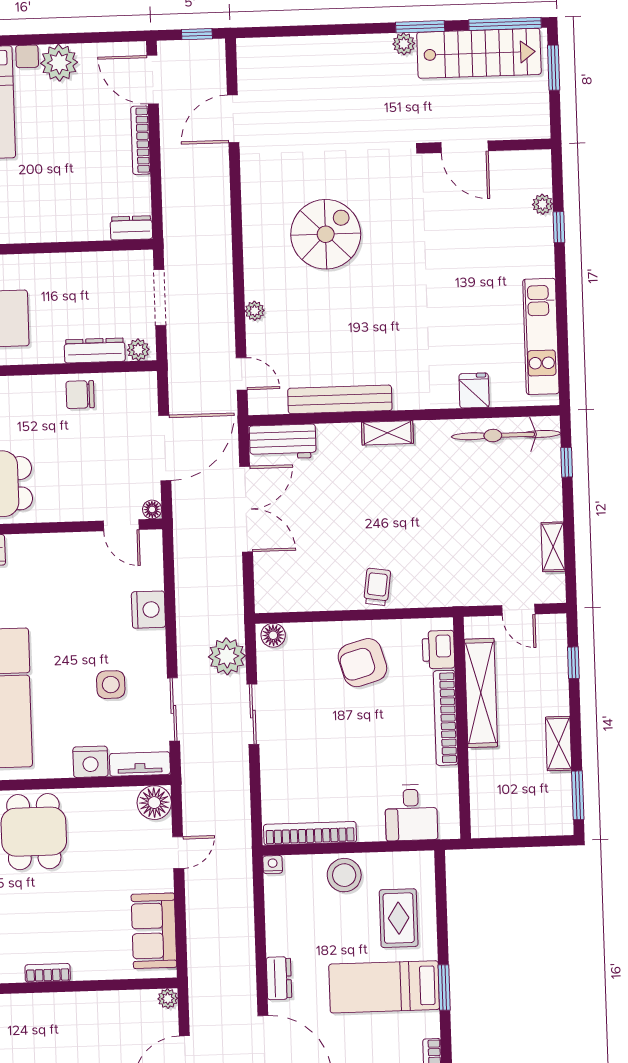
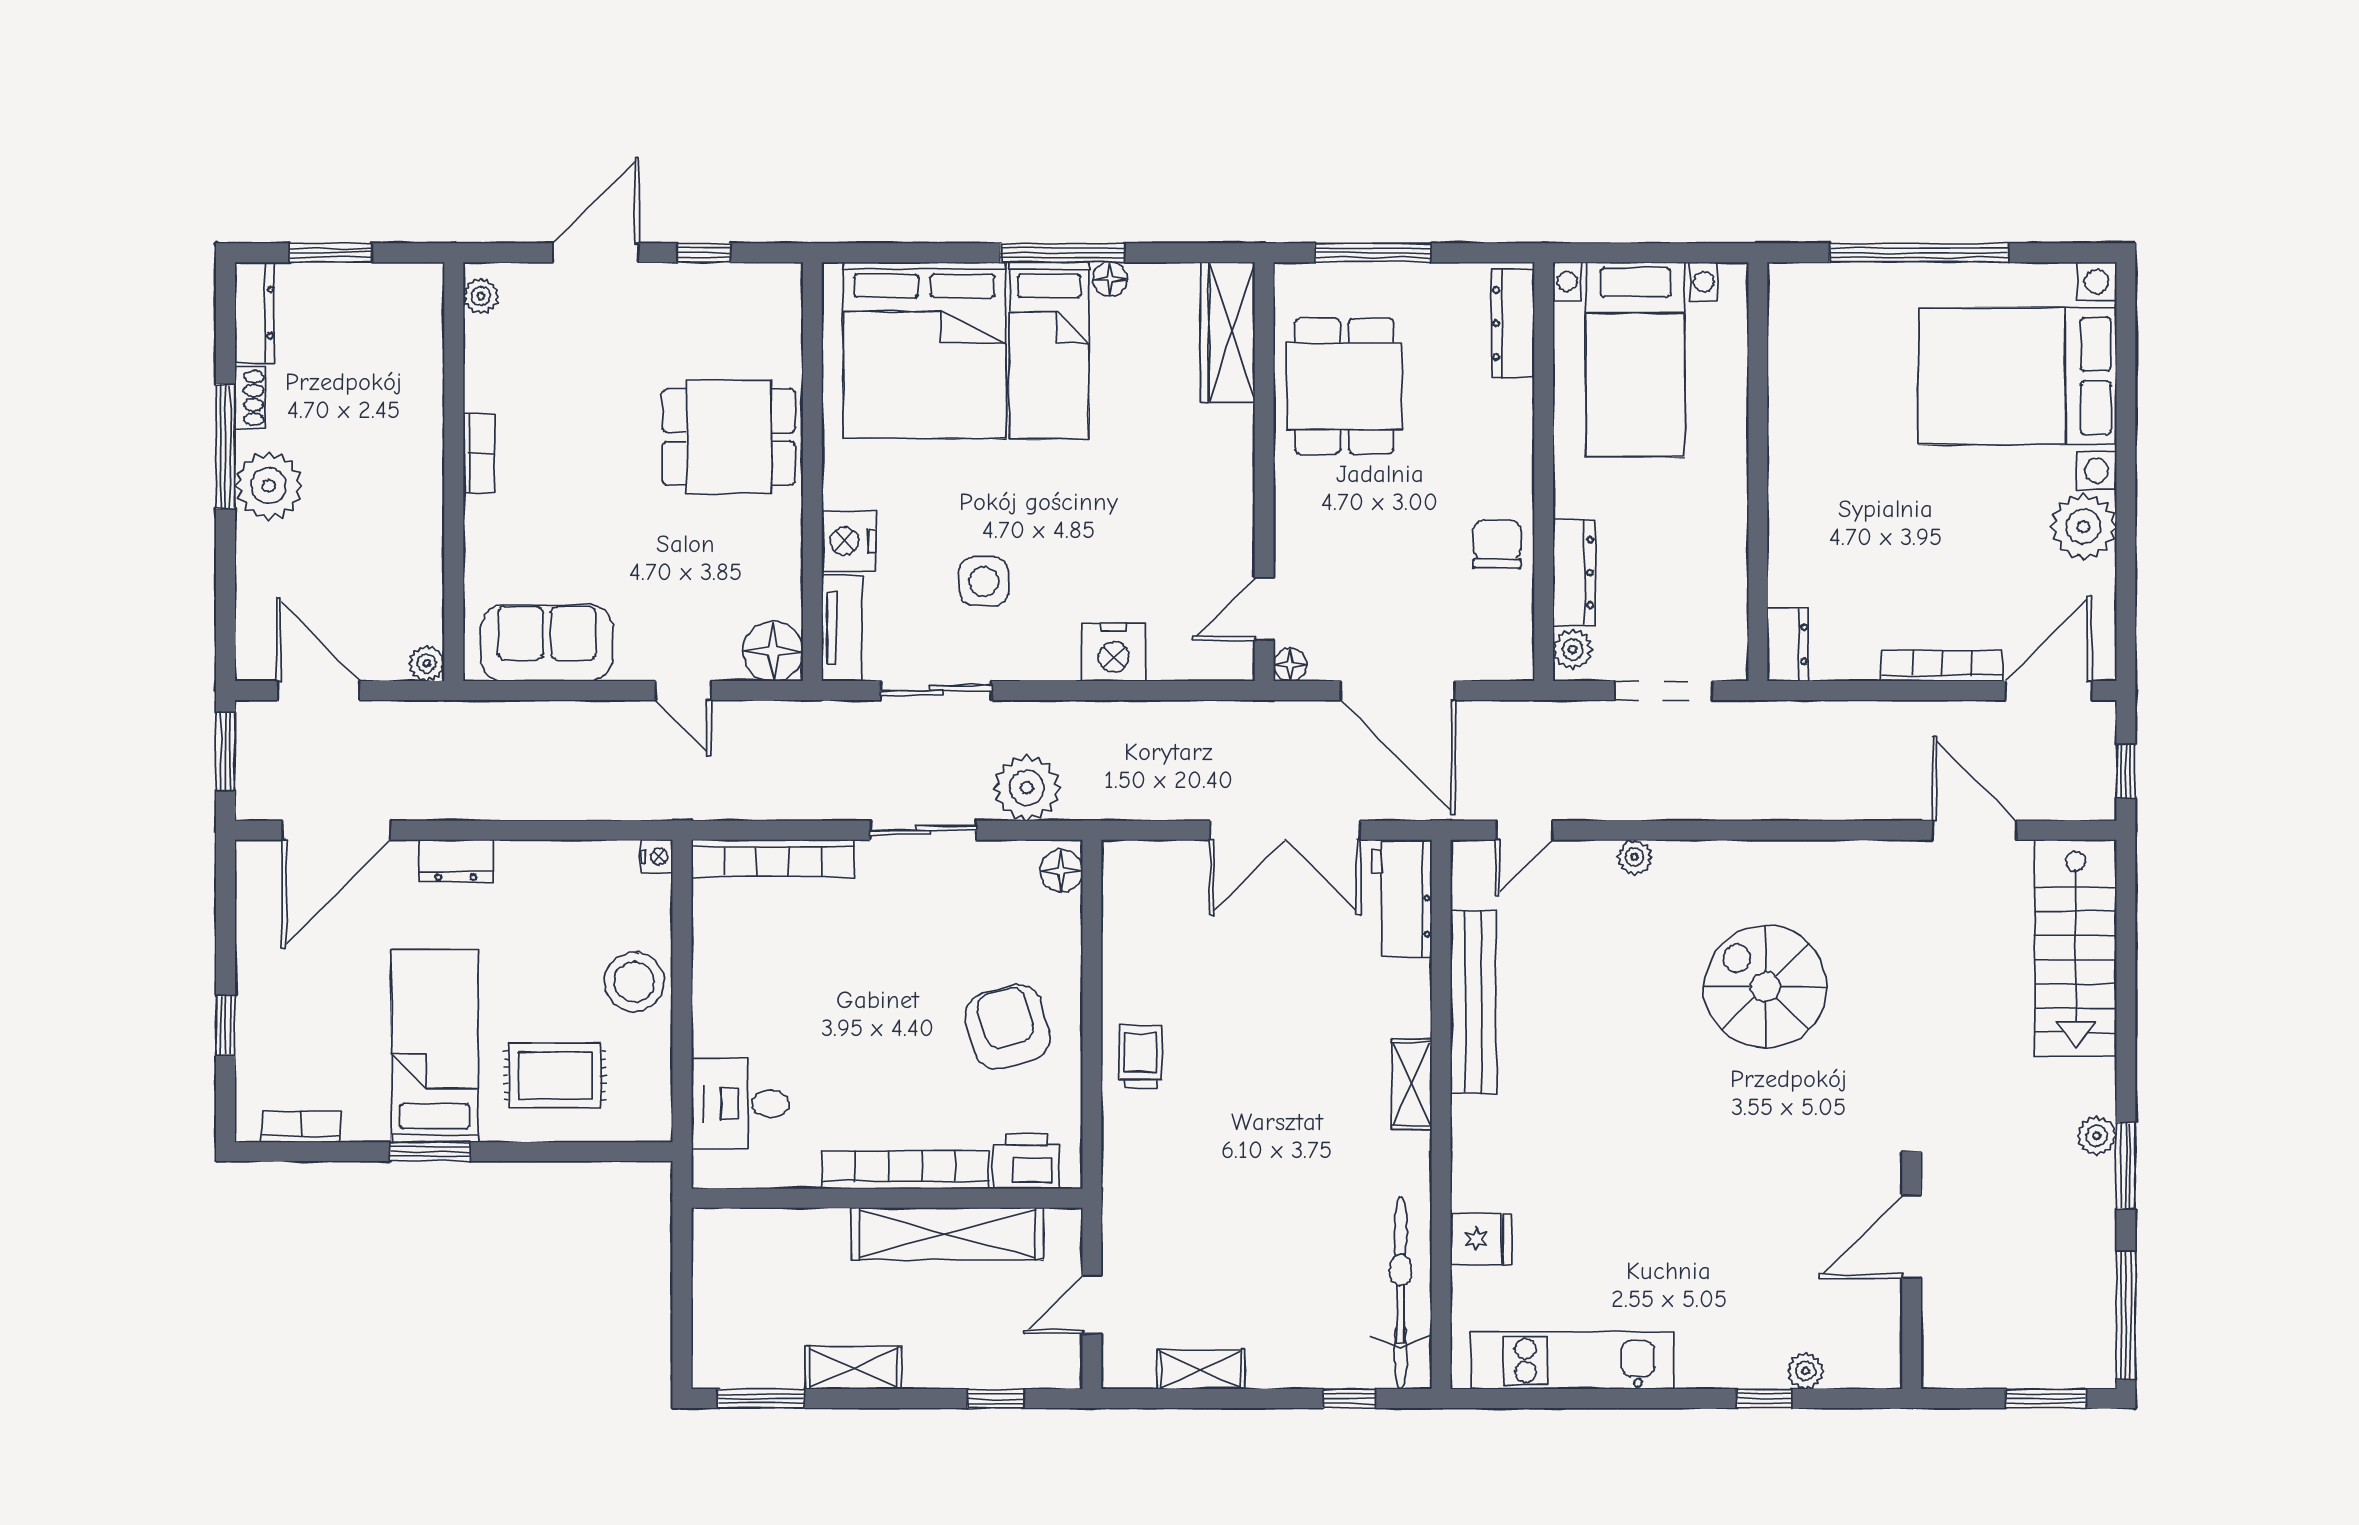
stairs: (479, 53) -> (2076, 948), moved
spiral stairs: (326, 234) -> (1765, 987), turned 180
trolley: (377, 587) -> (1140, 1057), turned -98
bookcase: (310, 833) -> (773, 858), moved, turned 90

